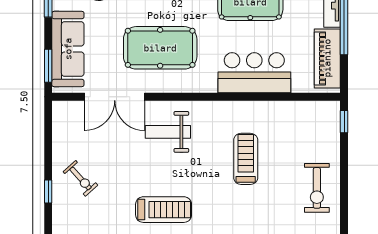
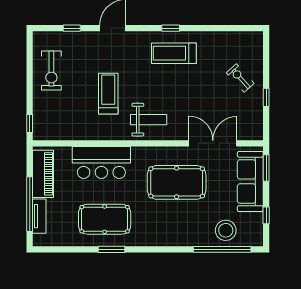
weight bench: (168, 132) -> (149, 120), moved
treadmill: (246, 159) -> (108, 94), turned 180
exercise bike: (317, 188) -> (51, 70), turned 180
window: (48, 191) -> (266, 97), moved

